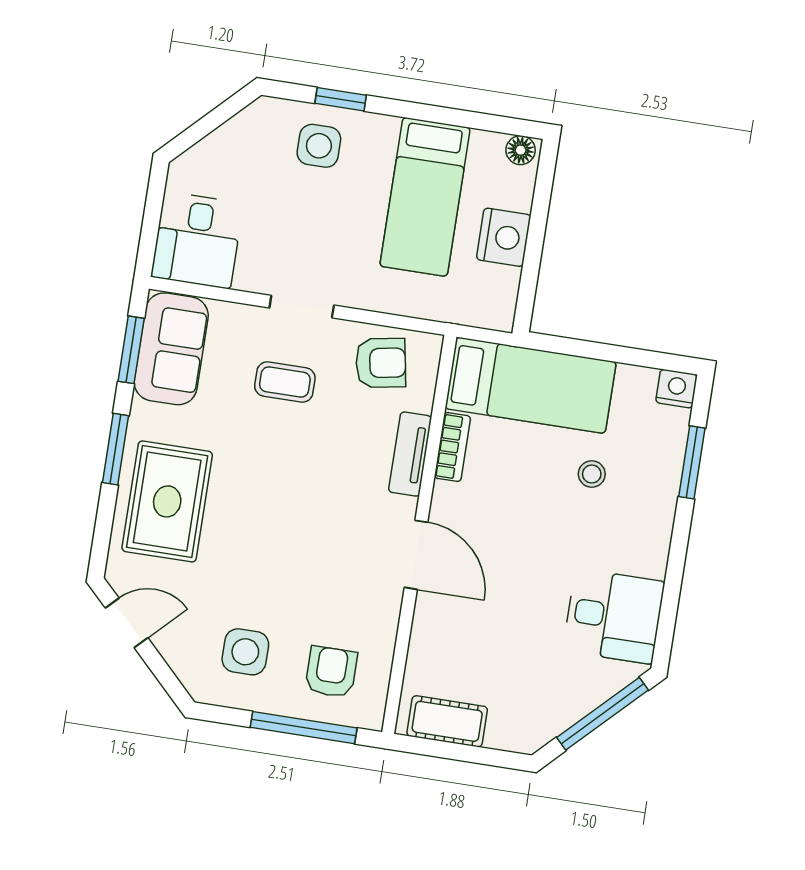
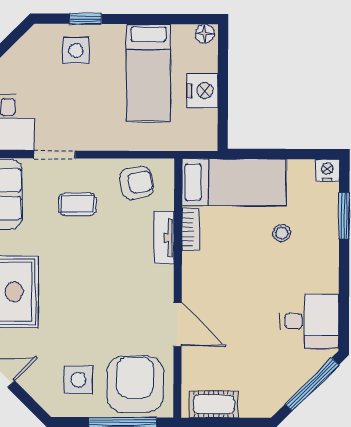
doorway: (302, 307) -> (55, 154), moved
door: (416, 555) -> (178, 324), moved
armchair: (331, 672) -> (135, 384), width x1.88, depth x1.88

